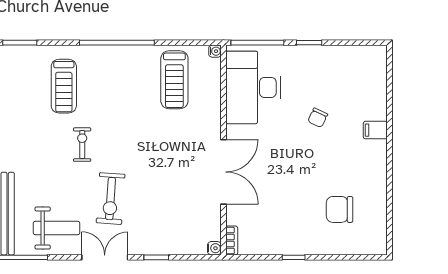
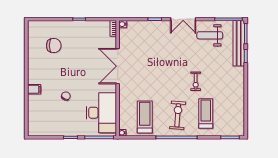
exercise bike: (111, 199) -> (178, 115), moved

